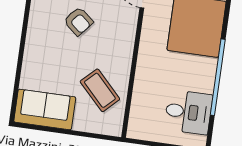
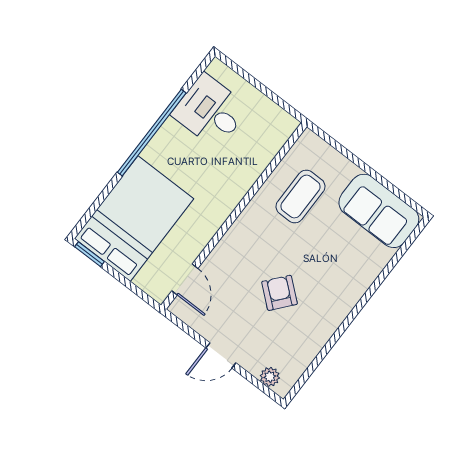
coffee table: (100, 90) -> (300, 196), turned 44

